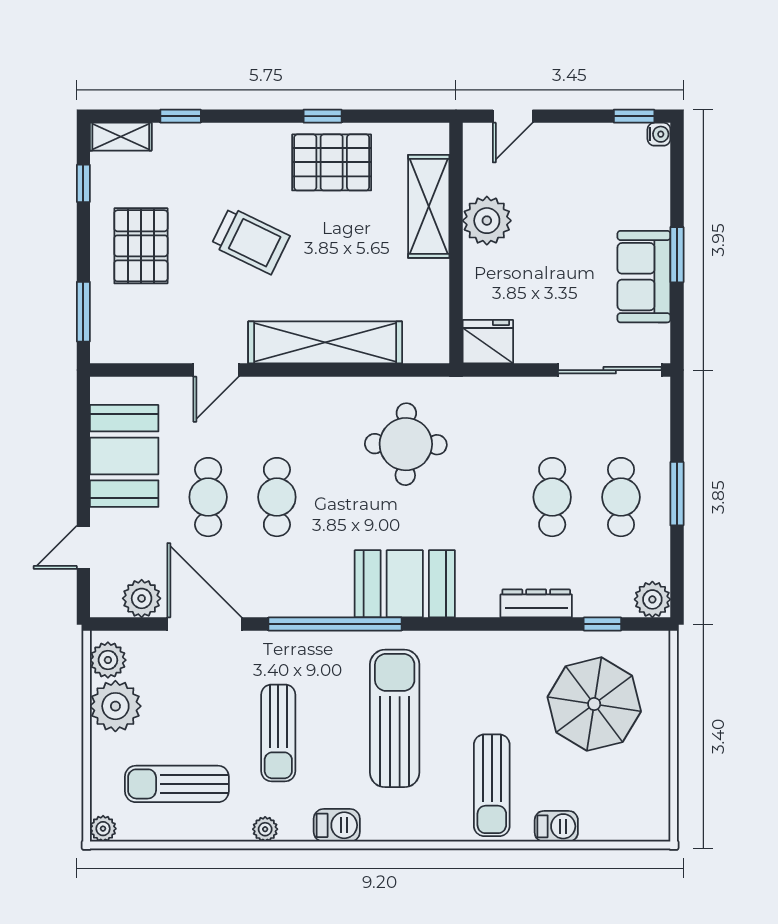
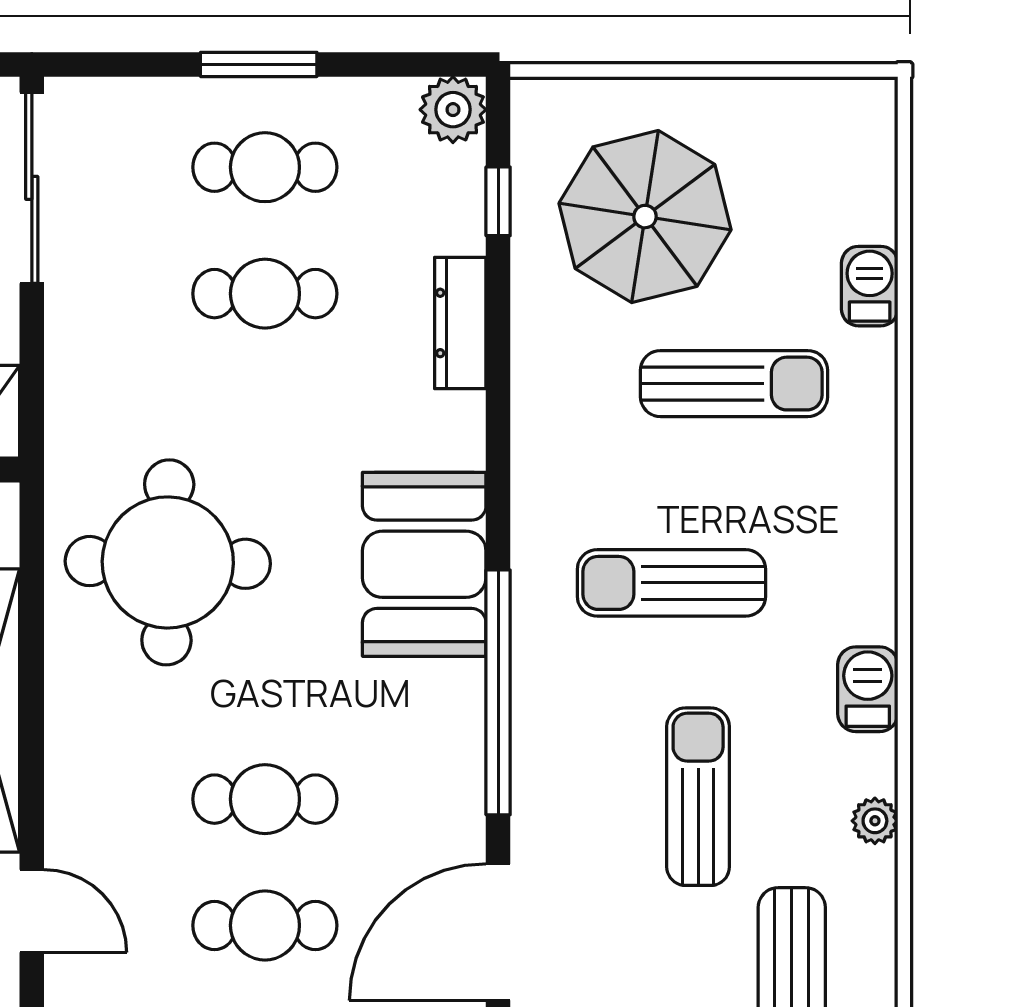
round table: (406, 444) -> (168, 562), width x1.36, depth x1.36
sun lounger: (395, 718) -> (671, 583), width x0.73, depth x0.75
sun lounger: (278, 733) -> (698, 797), turned -90
sun lounger: (492, 785) -> (734, 384), moved

